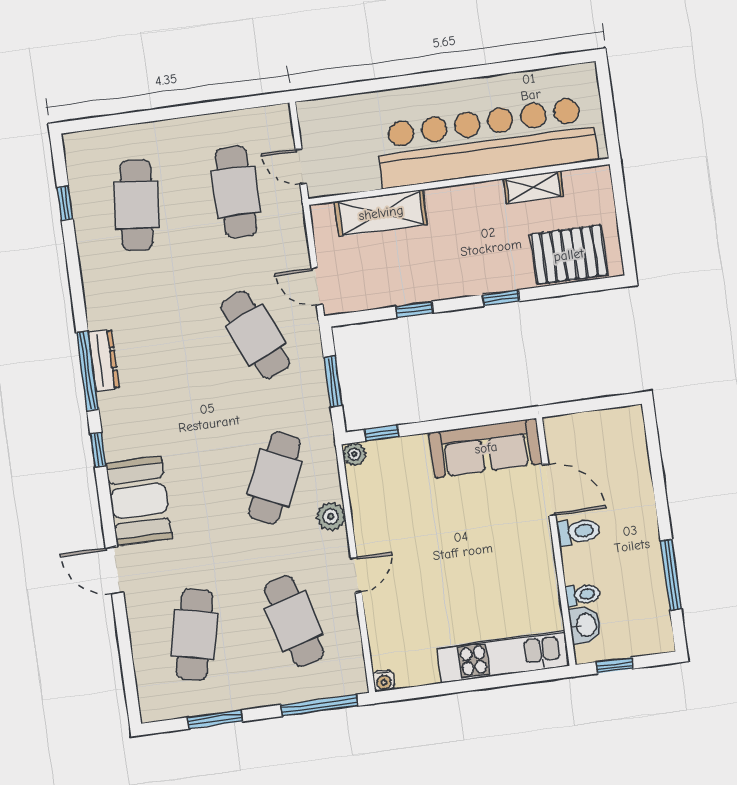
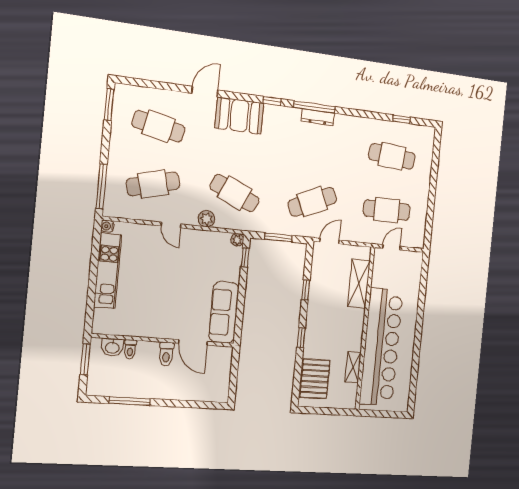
door: (549, 490) -> (193, 342), hinge flipped
kitchen unit: (503, 657) -> (108, 271), moved
window: (614, 665) -> (85, 359), width x1.50
window: (215, 719) -> (109, 105), moved

